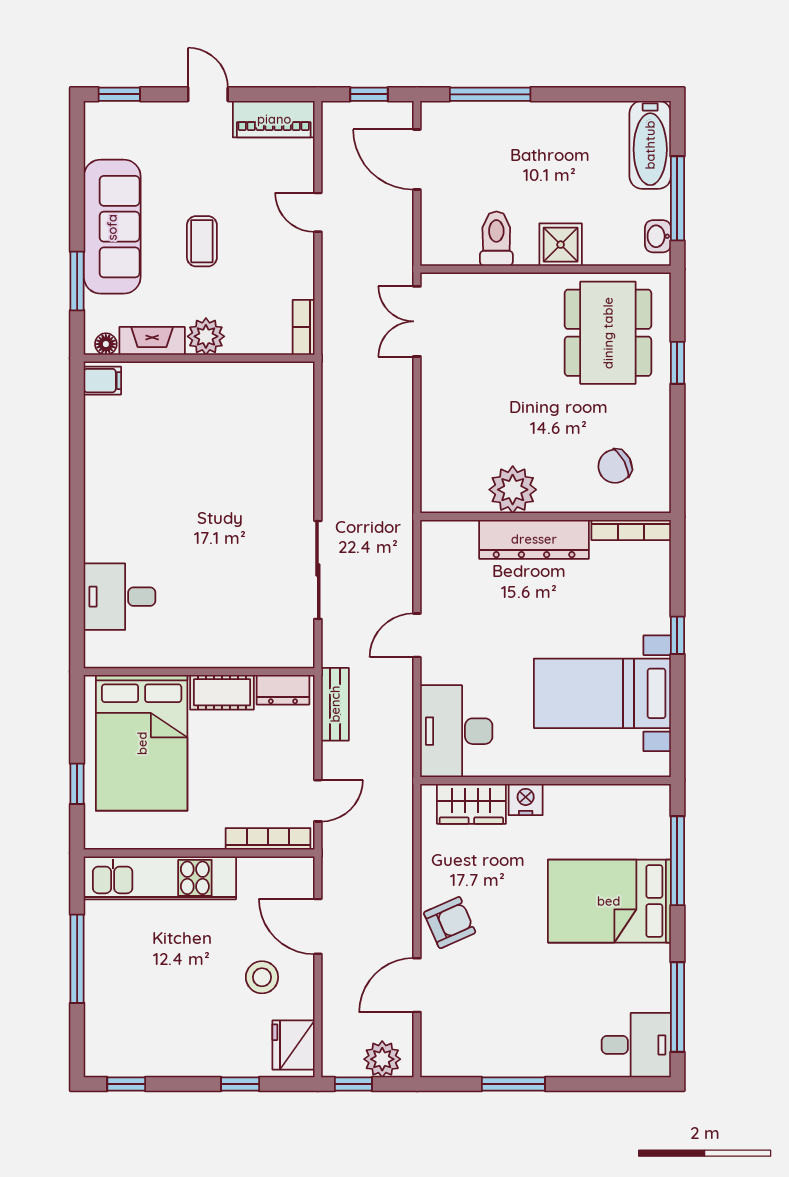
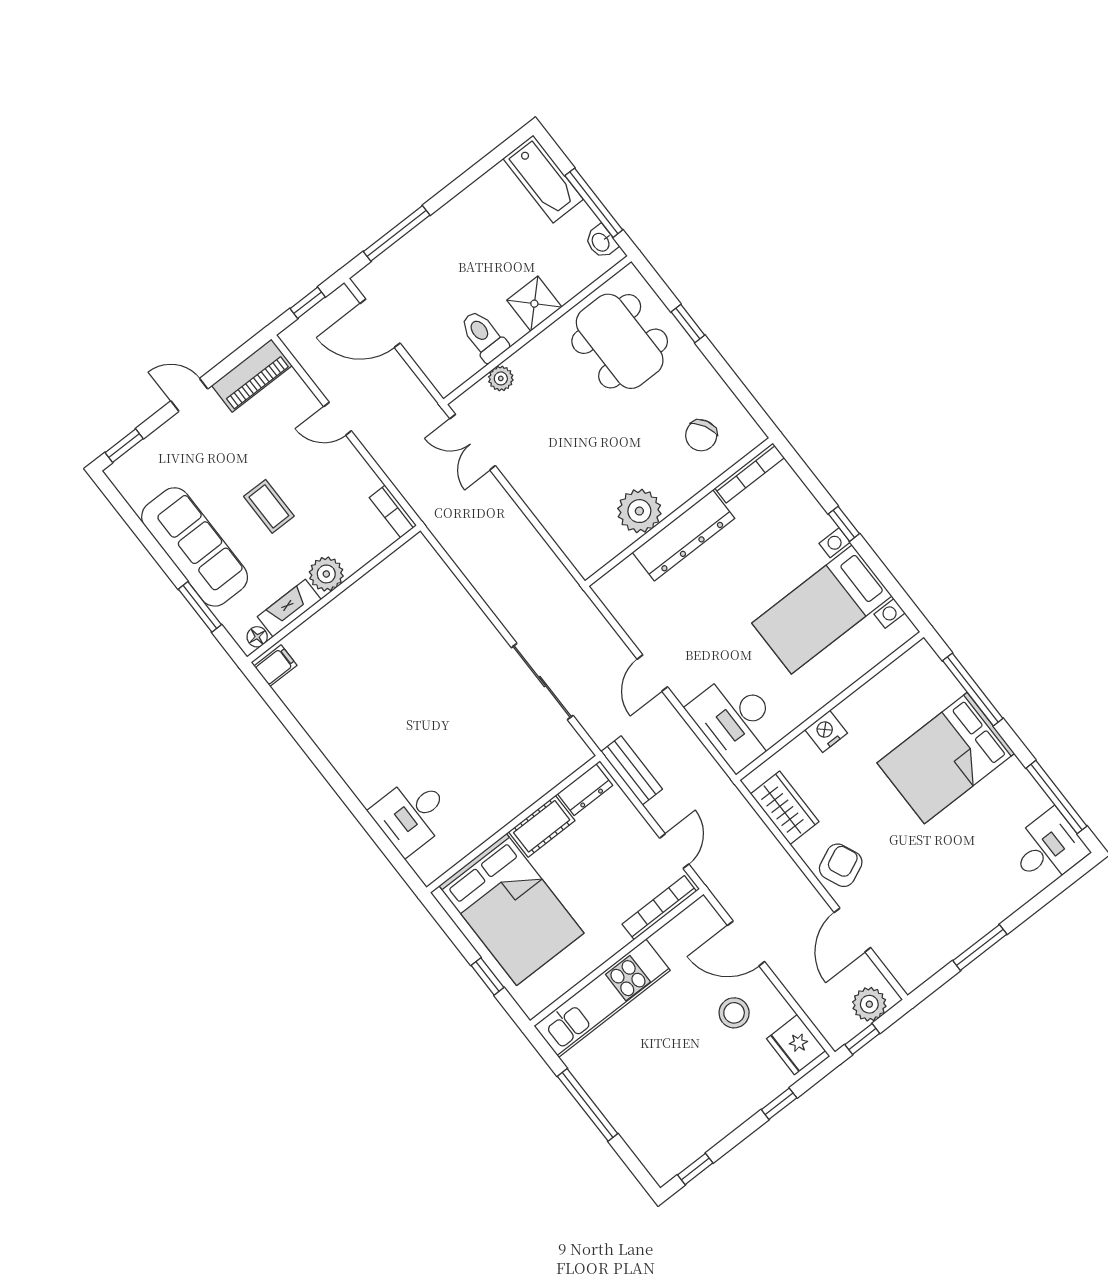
plant: (483, 286) -> (501, 378), added
wardrobe: (471, 804) -> (785, 808), moved, turned -90

